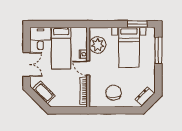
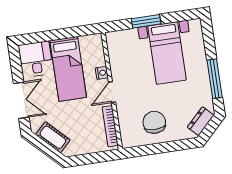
window: (137, 24) -> (146, 21), moved
plant: (98, 45) -> (121, 56), removed
window: (158, 50) -> (215, 79), moved
door: (88, 68) -> (112, 92), hinge flipped

